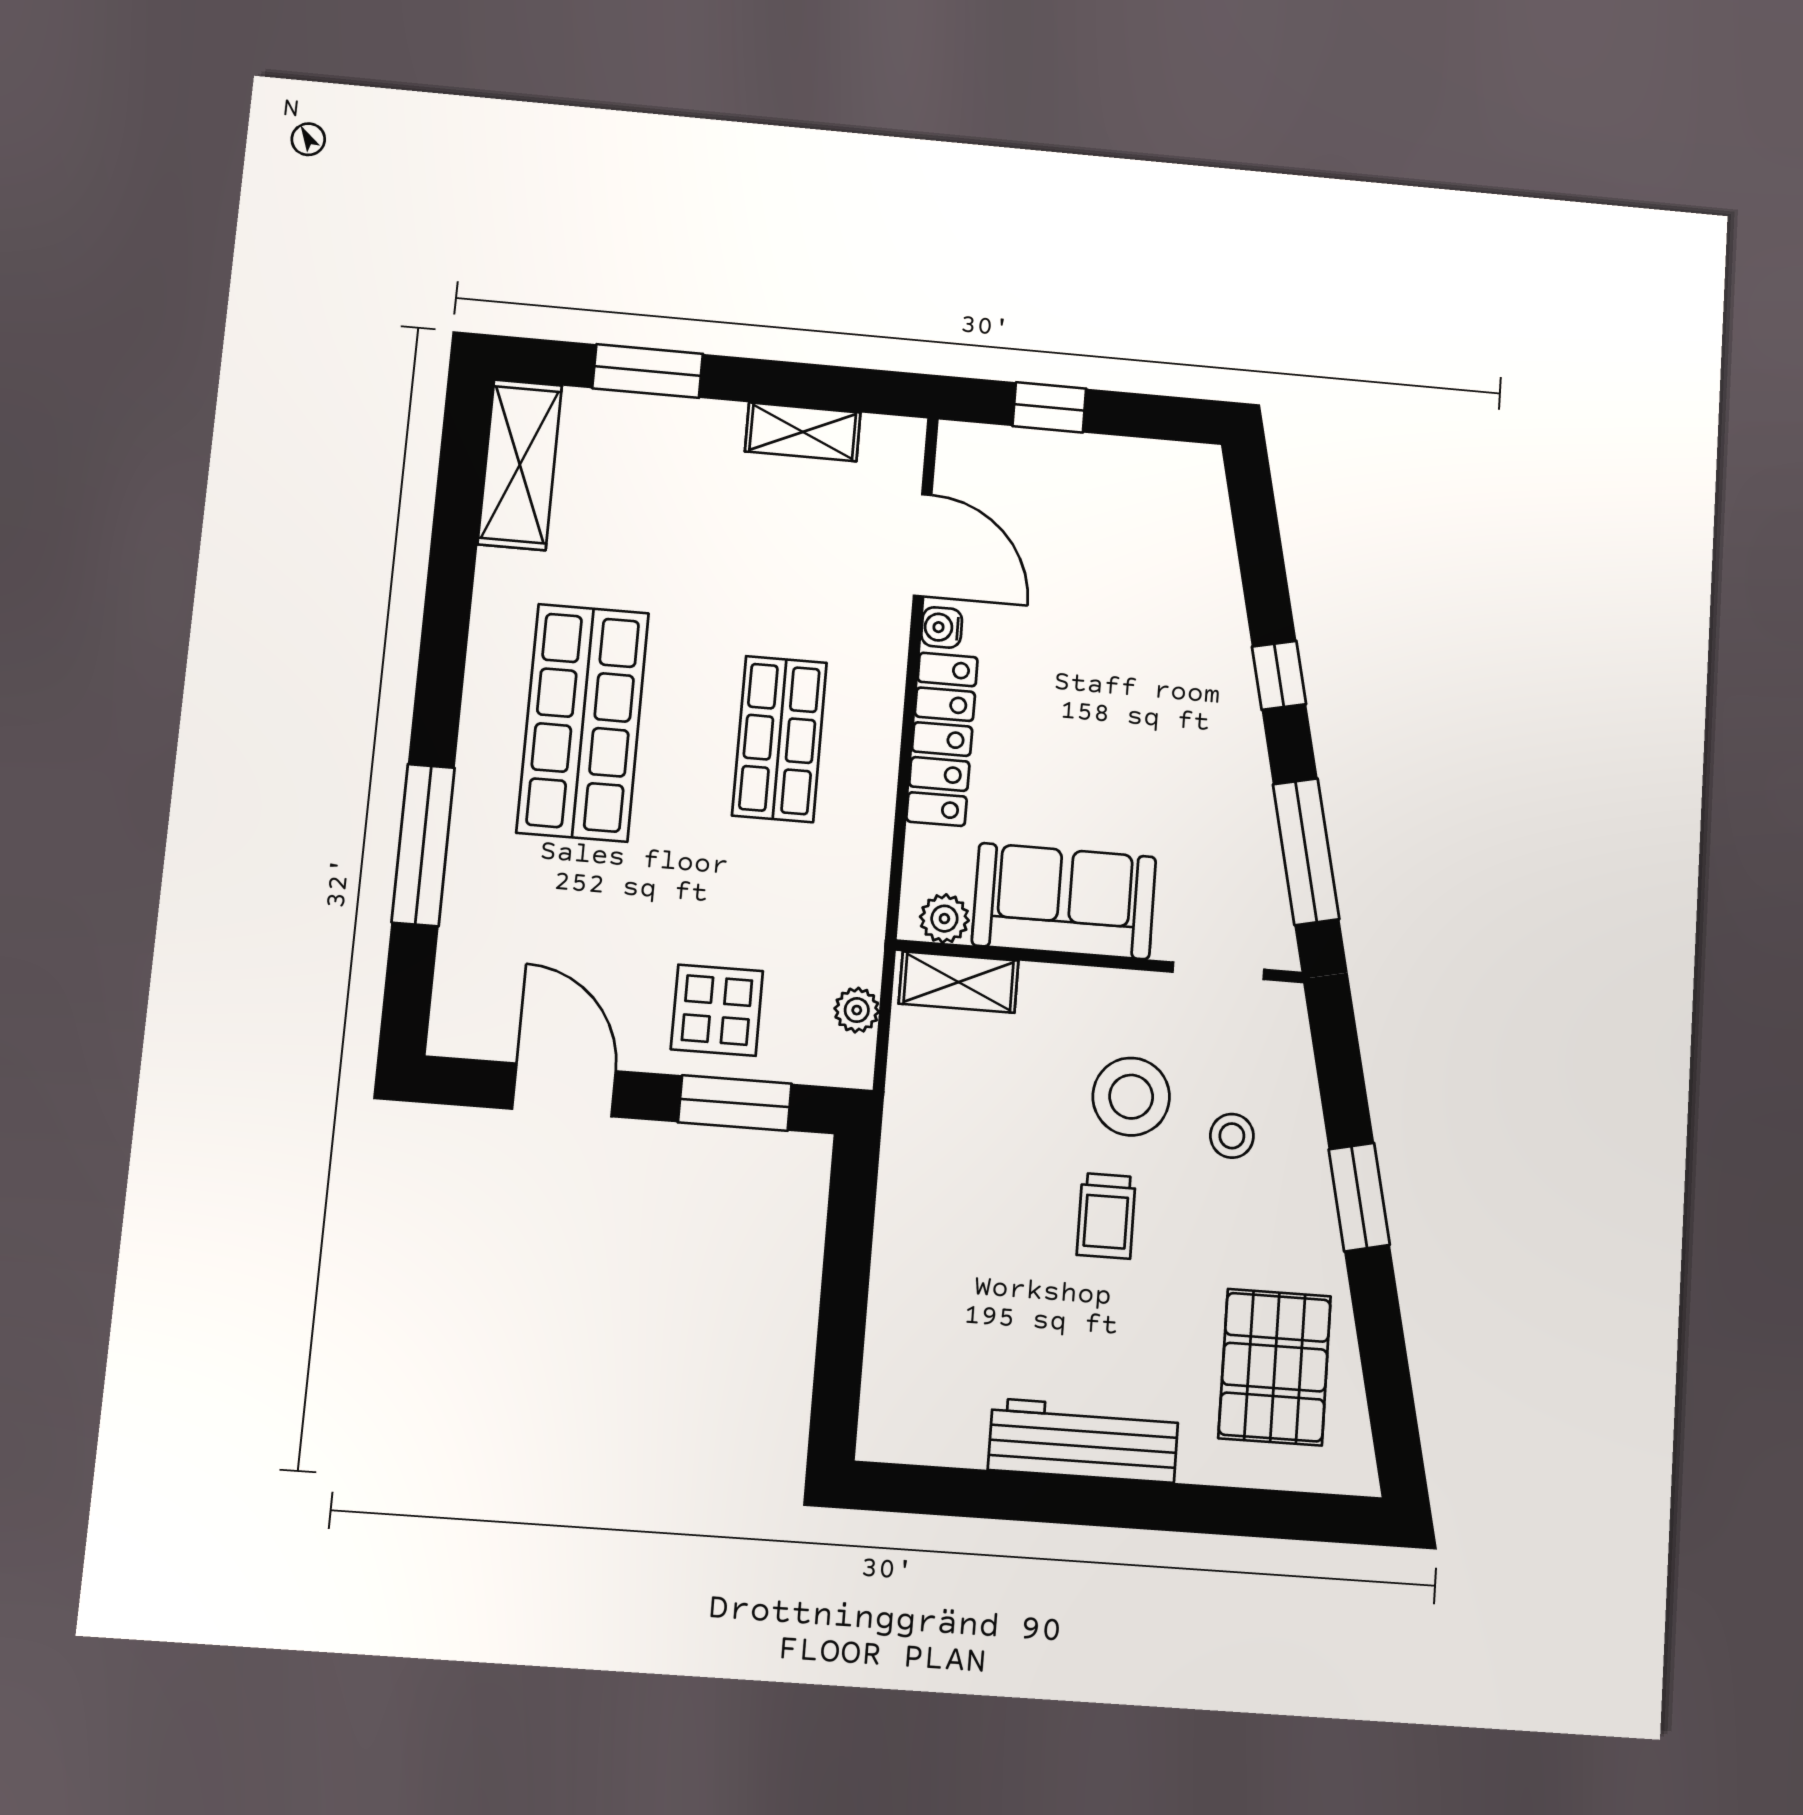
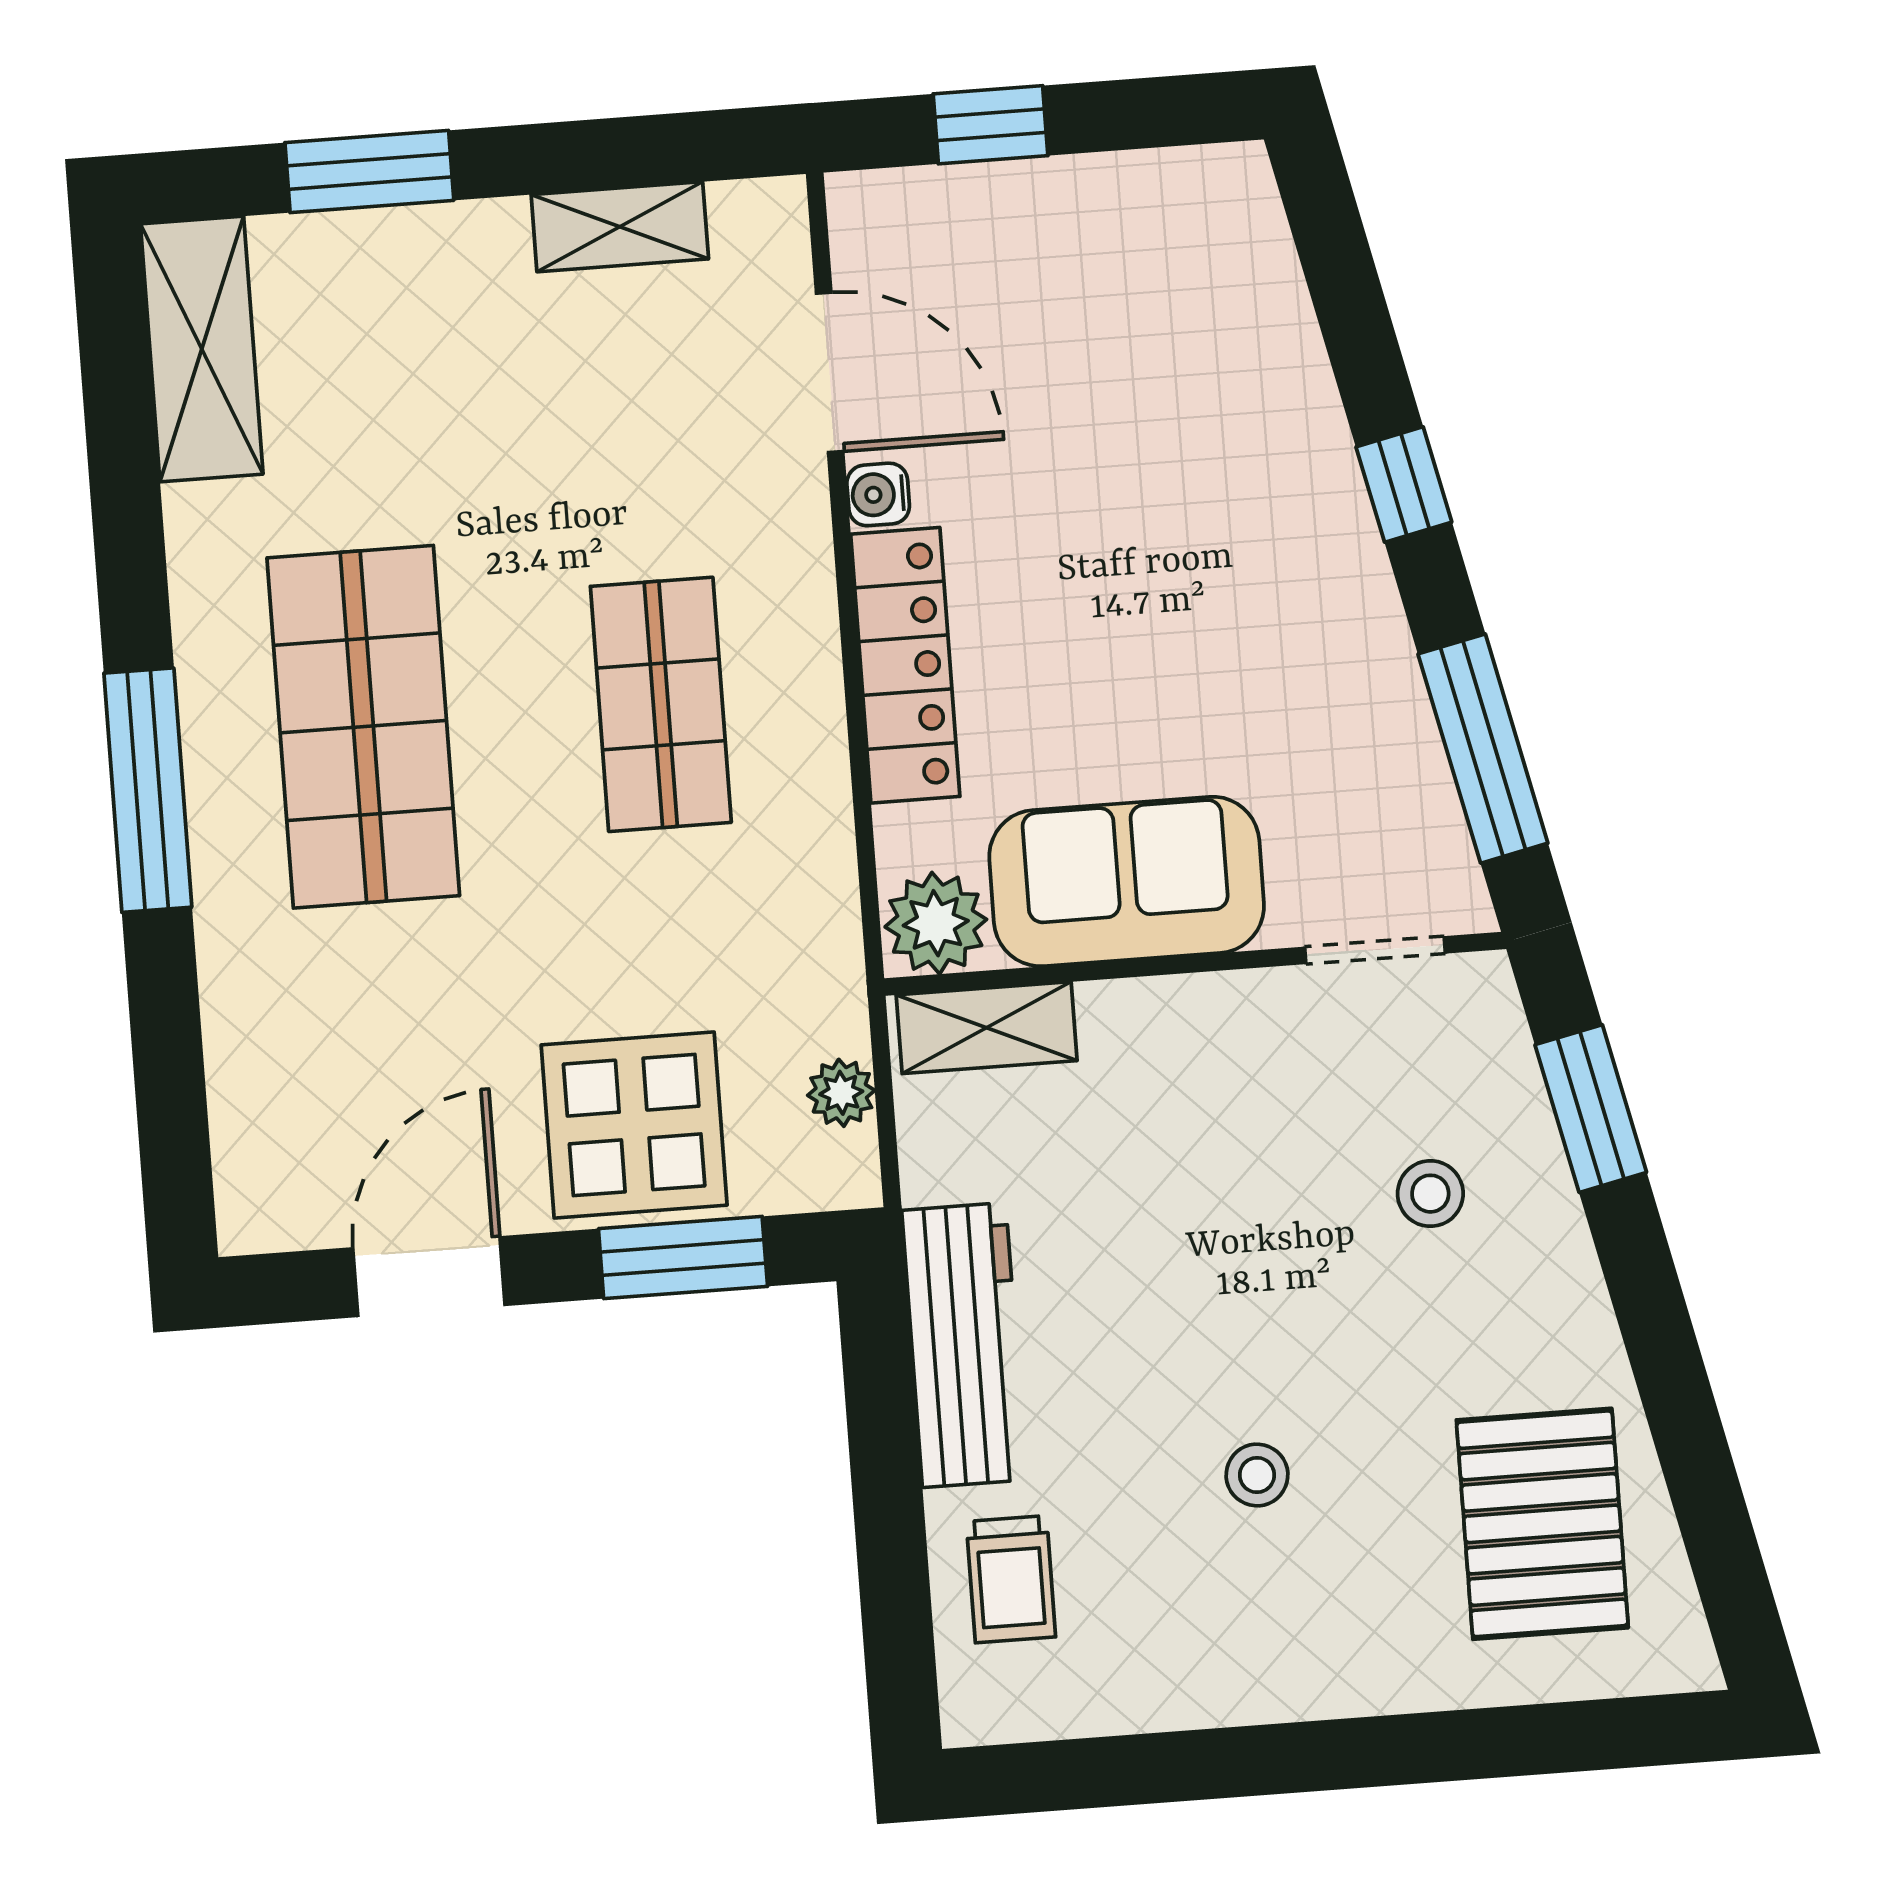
window: (423, 845) -> (148, 790), moved
plant: (944, 919) -> (936, 923), width x1.38, depth x1.38
display table: (717, 1010) -> (634, 1125), width x1.36, depth x1.36
door: (564, 1090) -> (429, 1277), hinge flipped
stool: (1131, 1097) -> (1257, 1475), moved, width x0.53, depth x0.53
window: (1359, 1197) -> (1591, 1109), moved
trolley: (1106, 1216) -> (1011, 1579), moved
workbench: (1083, 1441) -> (964, 1345), moved, turned 90

